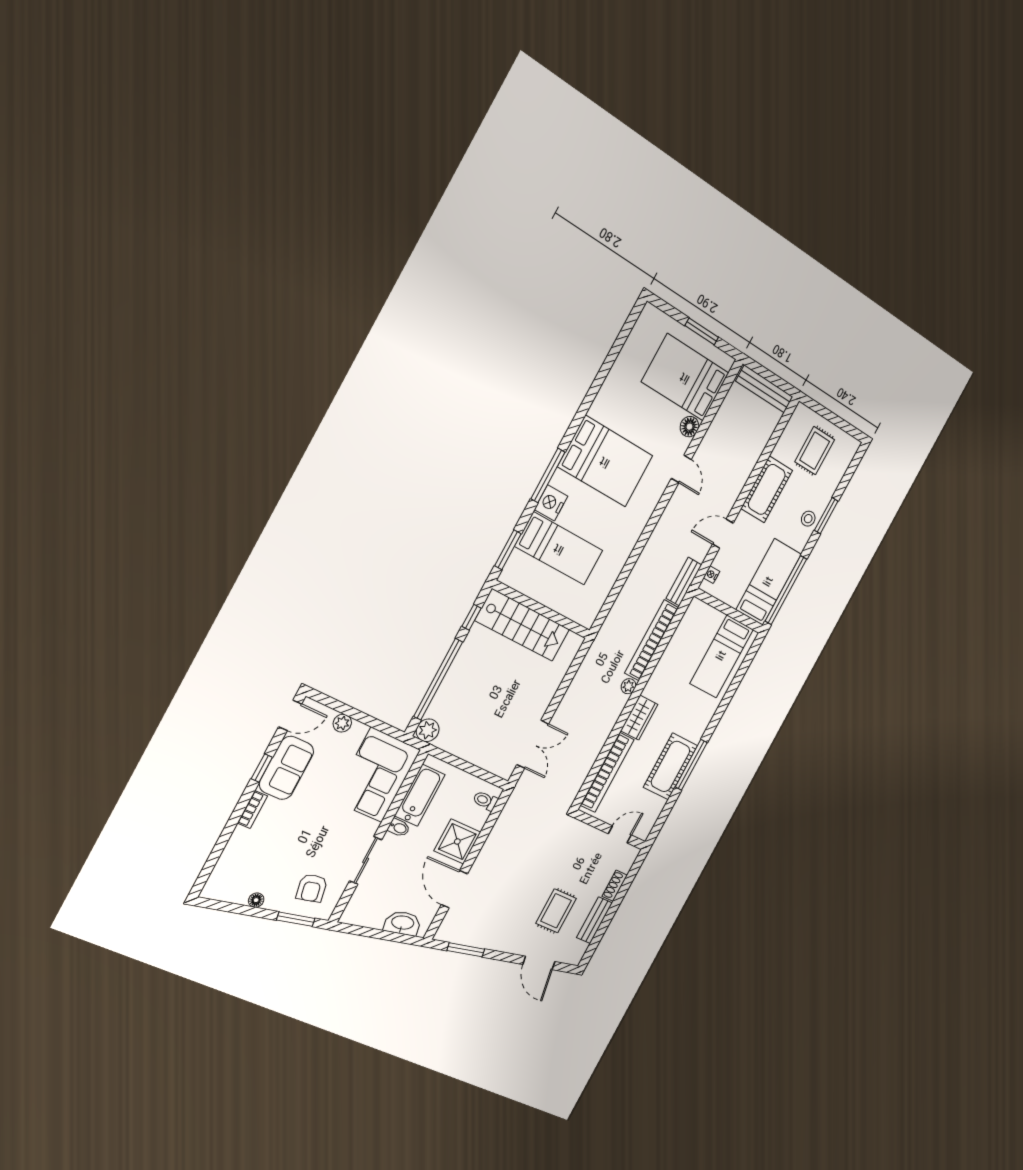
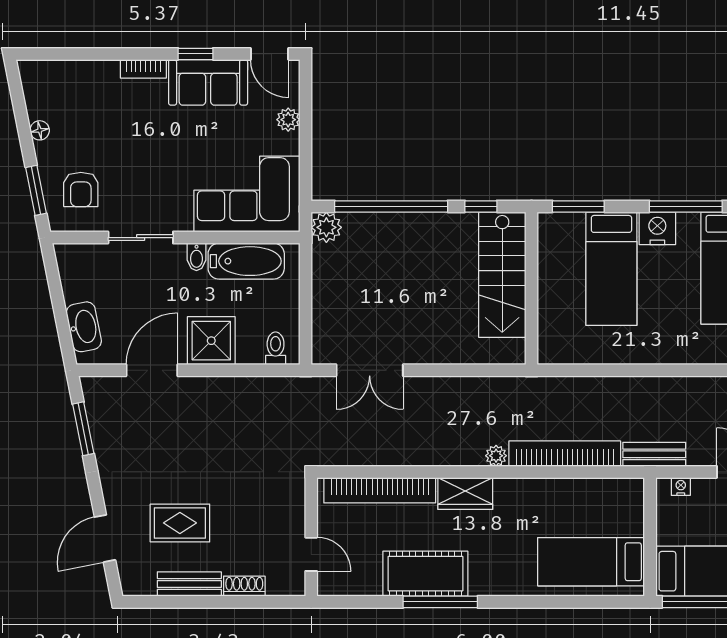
armchair: (312, 888) -> (81, 189), turned -78

